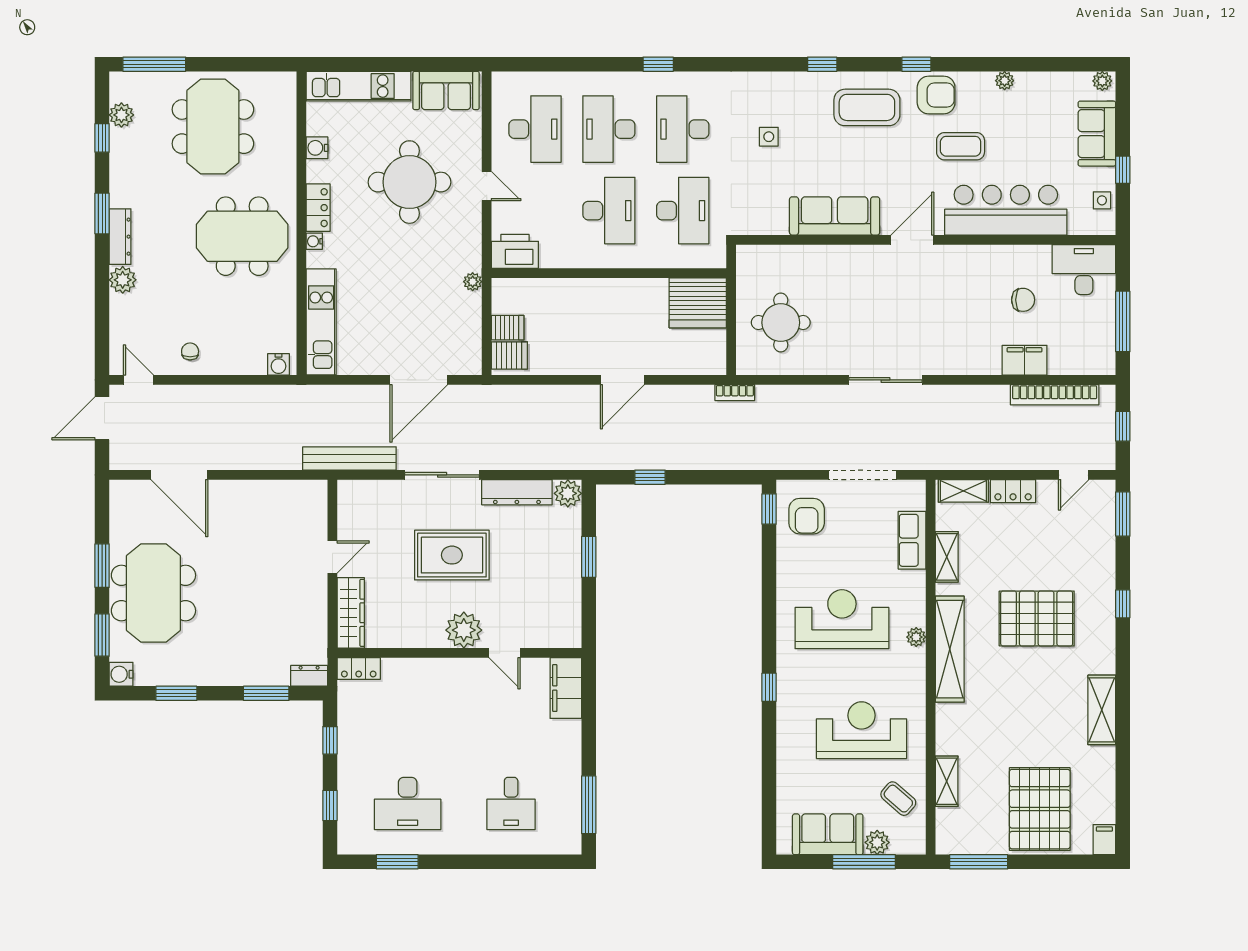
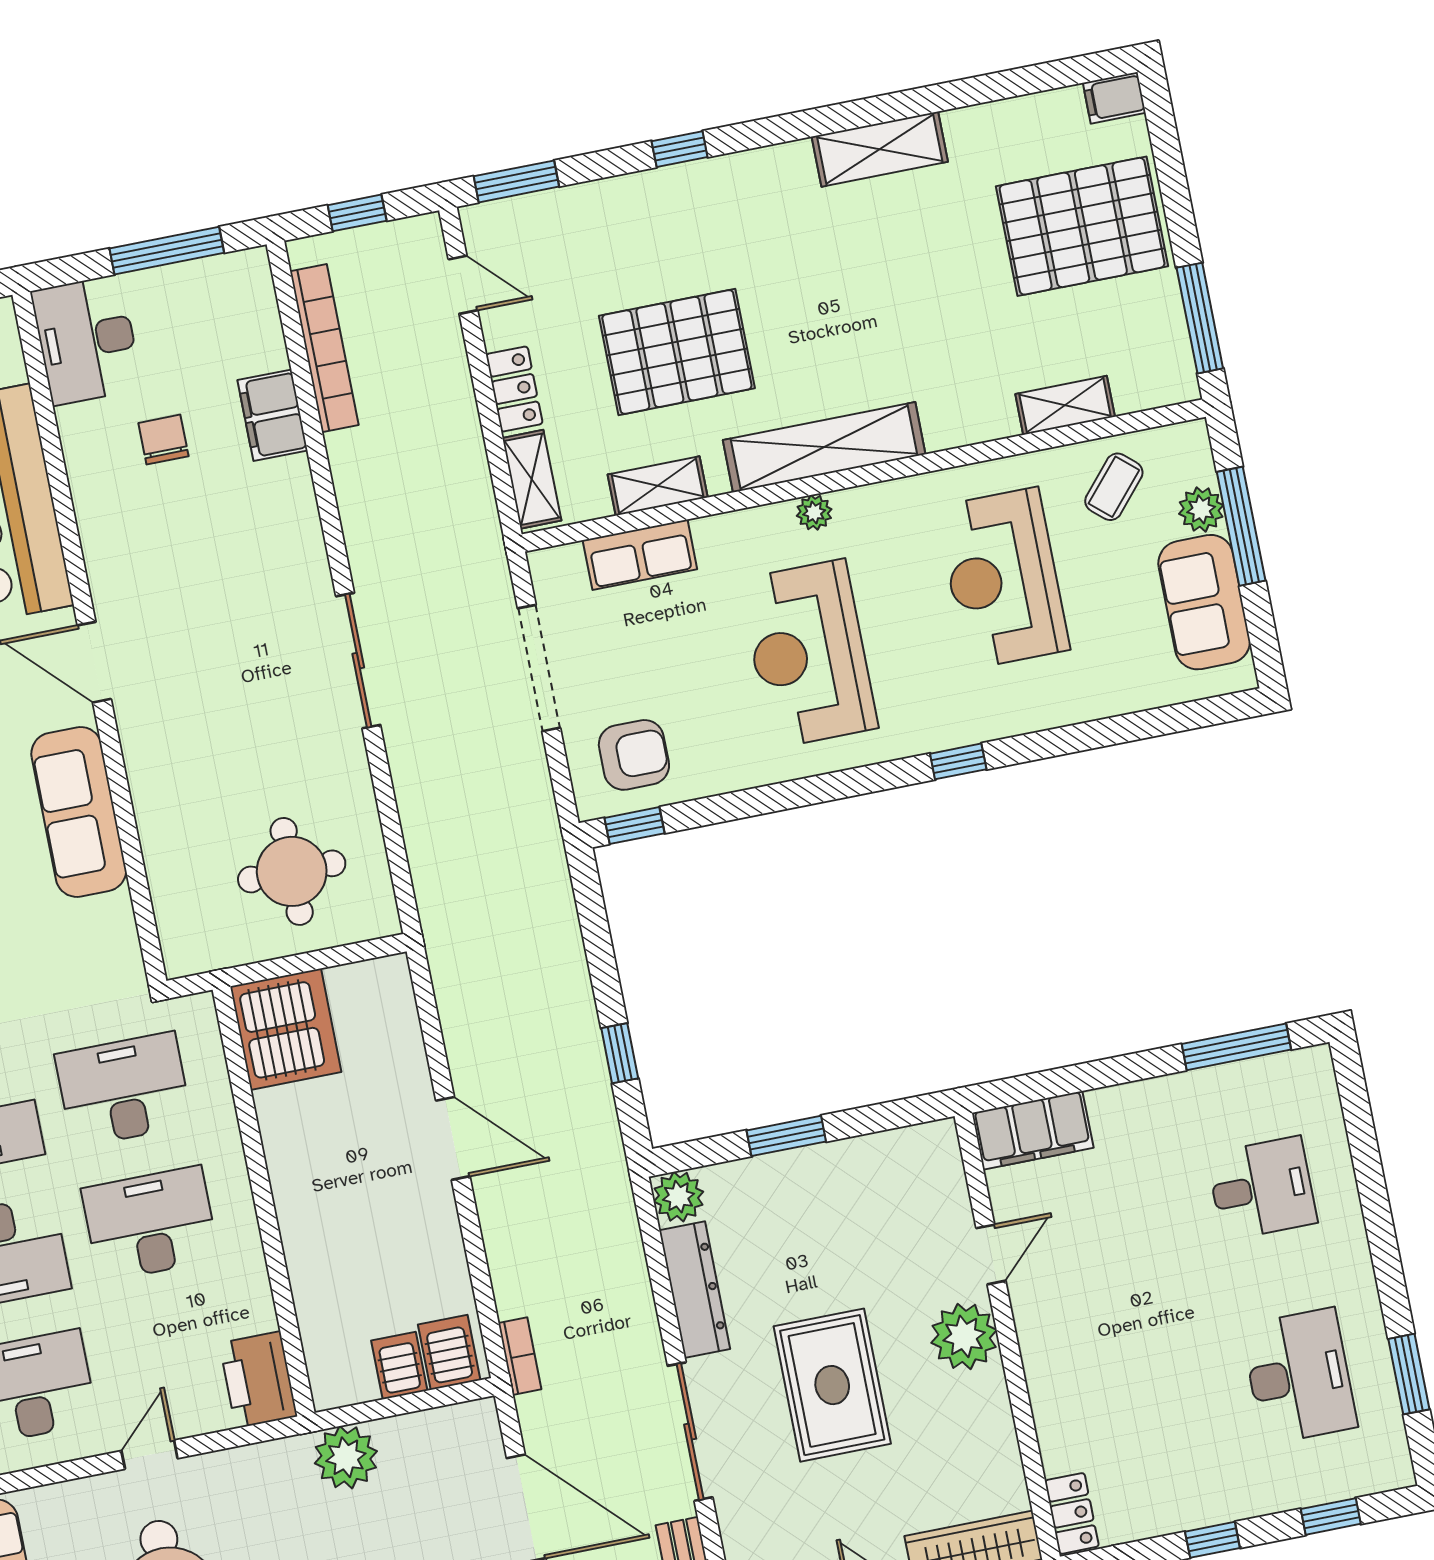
plant: (473, 282) -> (346, 1457), width x1.87, depth x1.87
bookcase: (735, 393) -> (520, 1356), moved
pallet: (1037, 618) -> (677, 352), moved, turned 90

